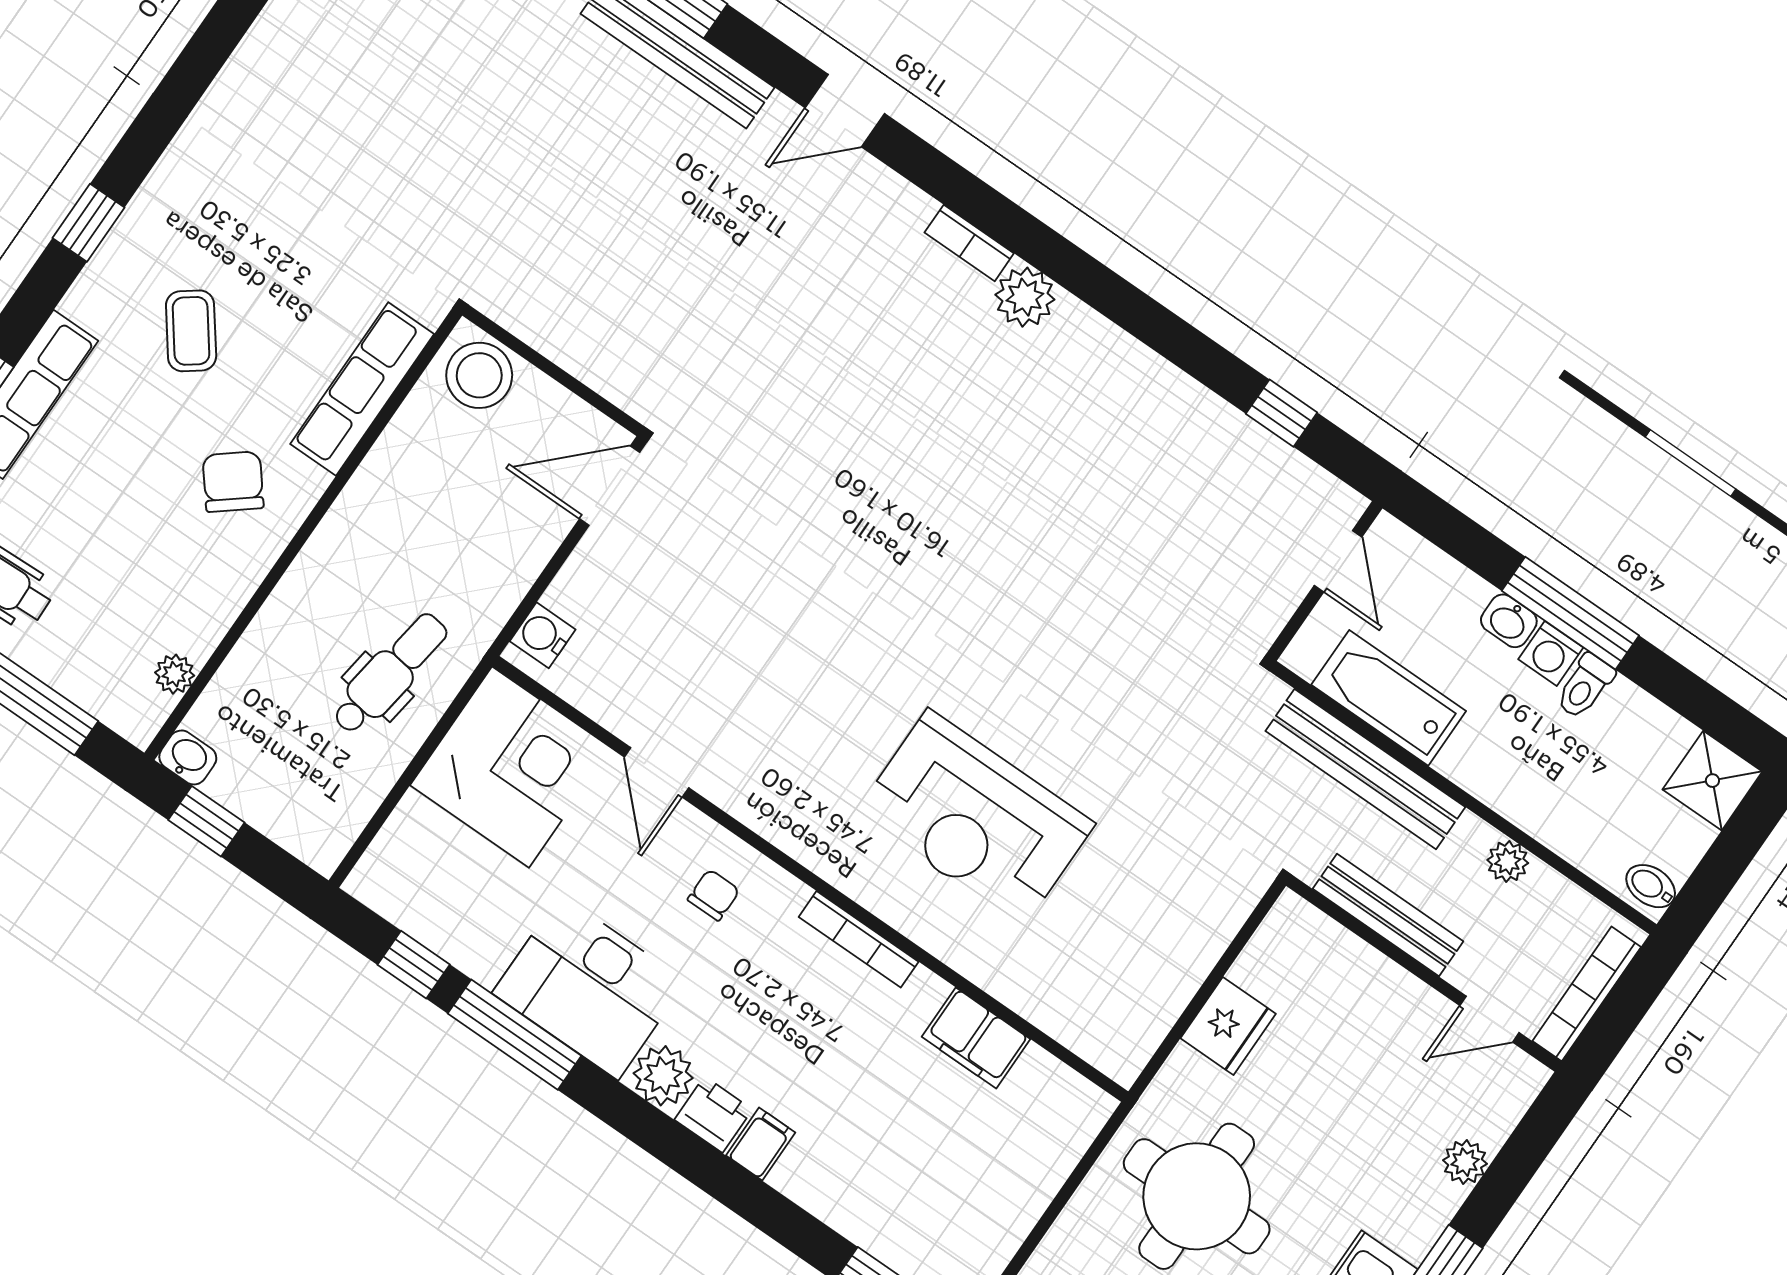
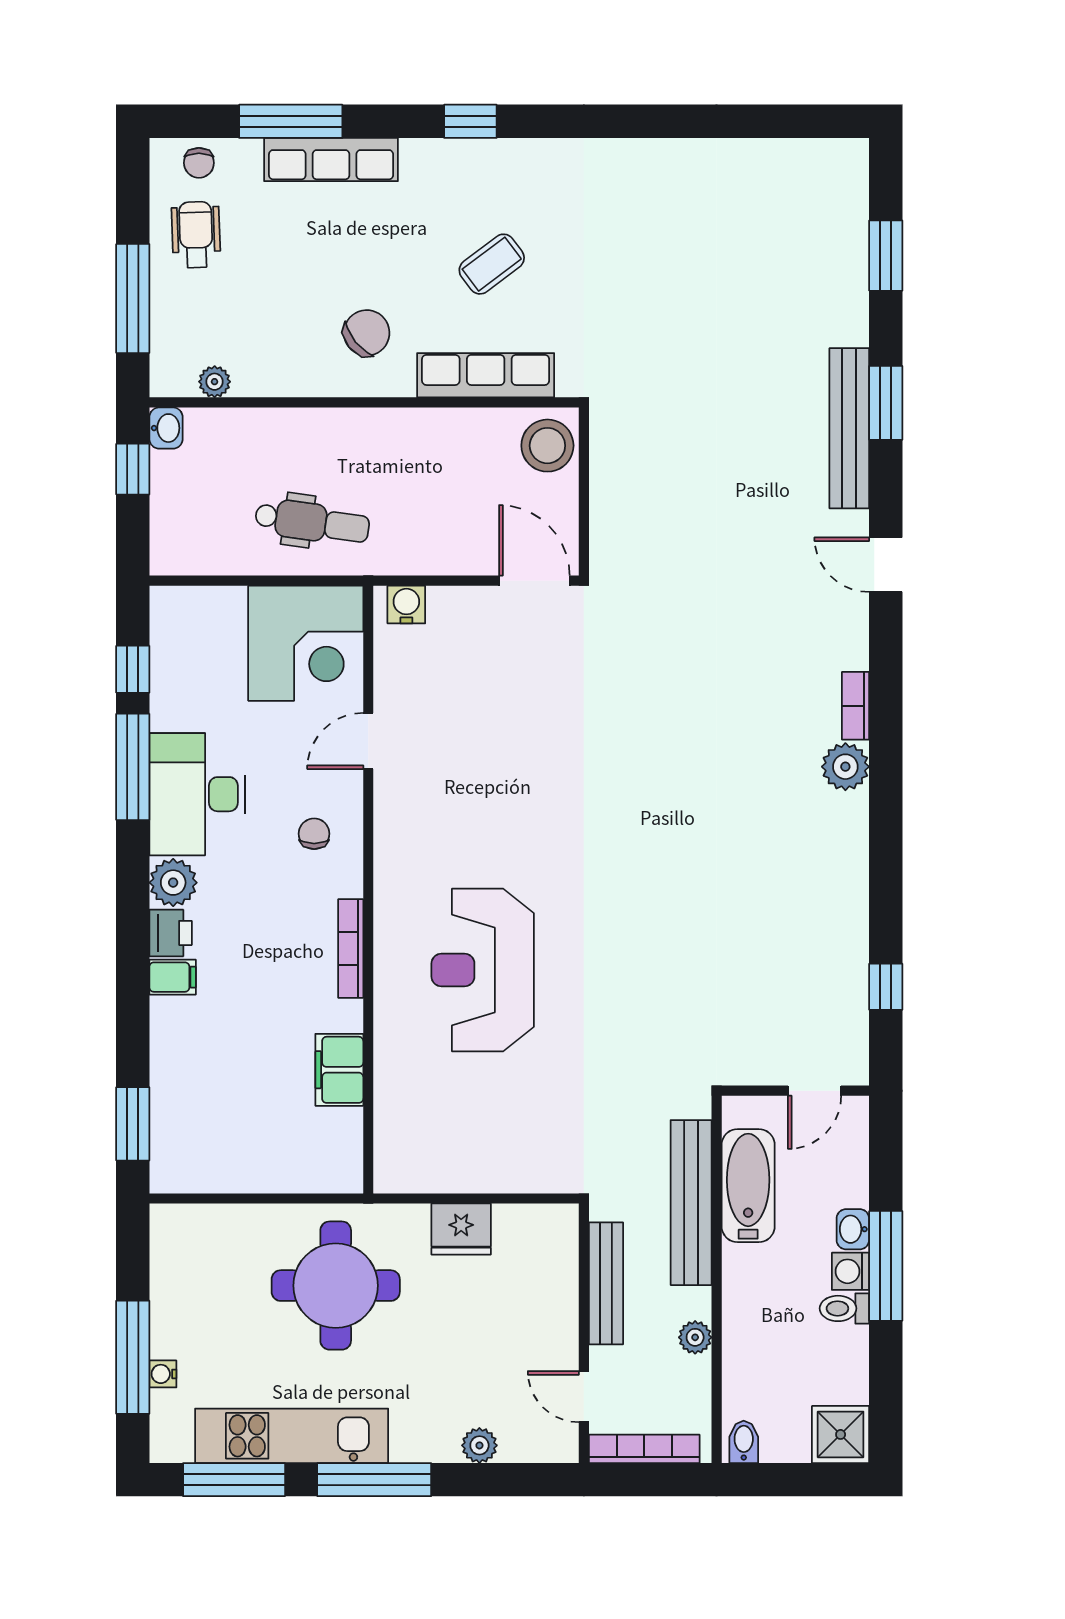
coffee table: (191, 331) -> (492, 264), moved
chair: (714, 895) -> (314, 834), turned -90

